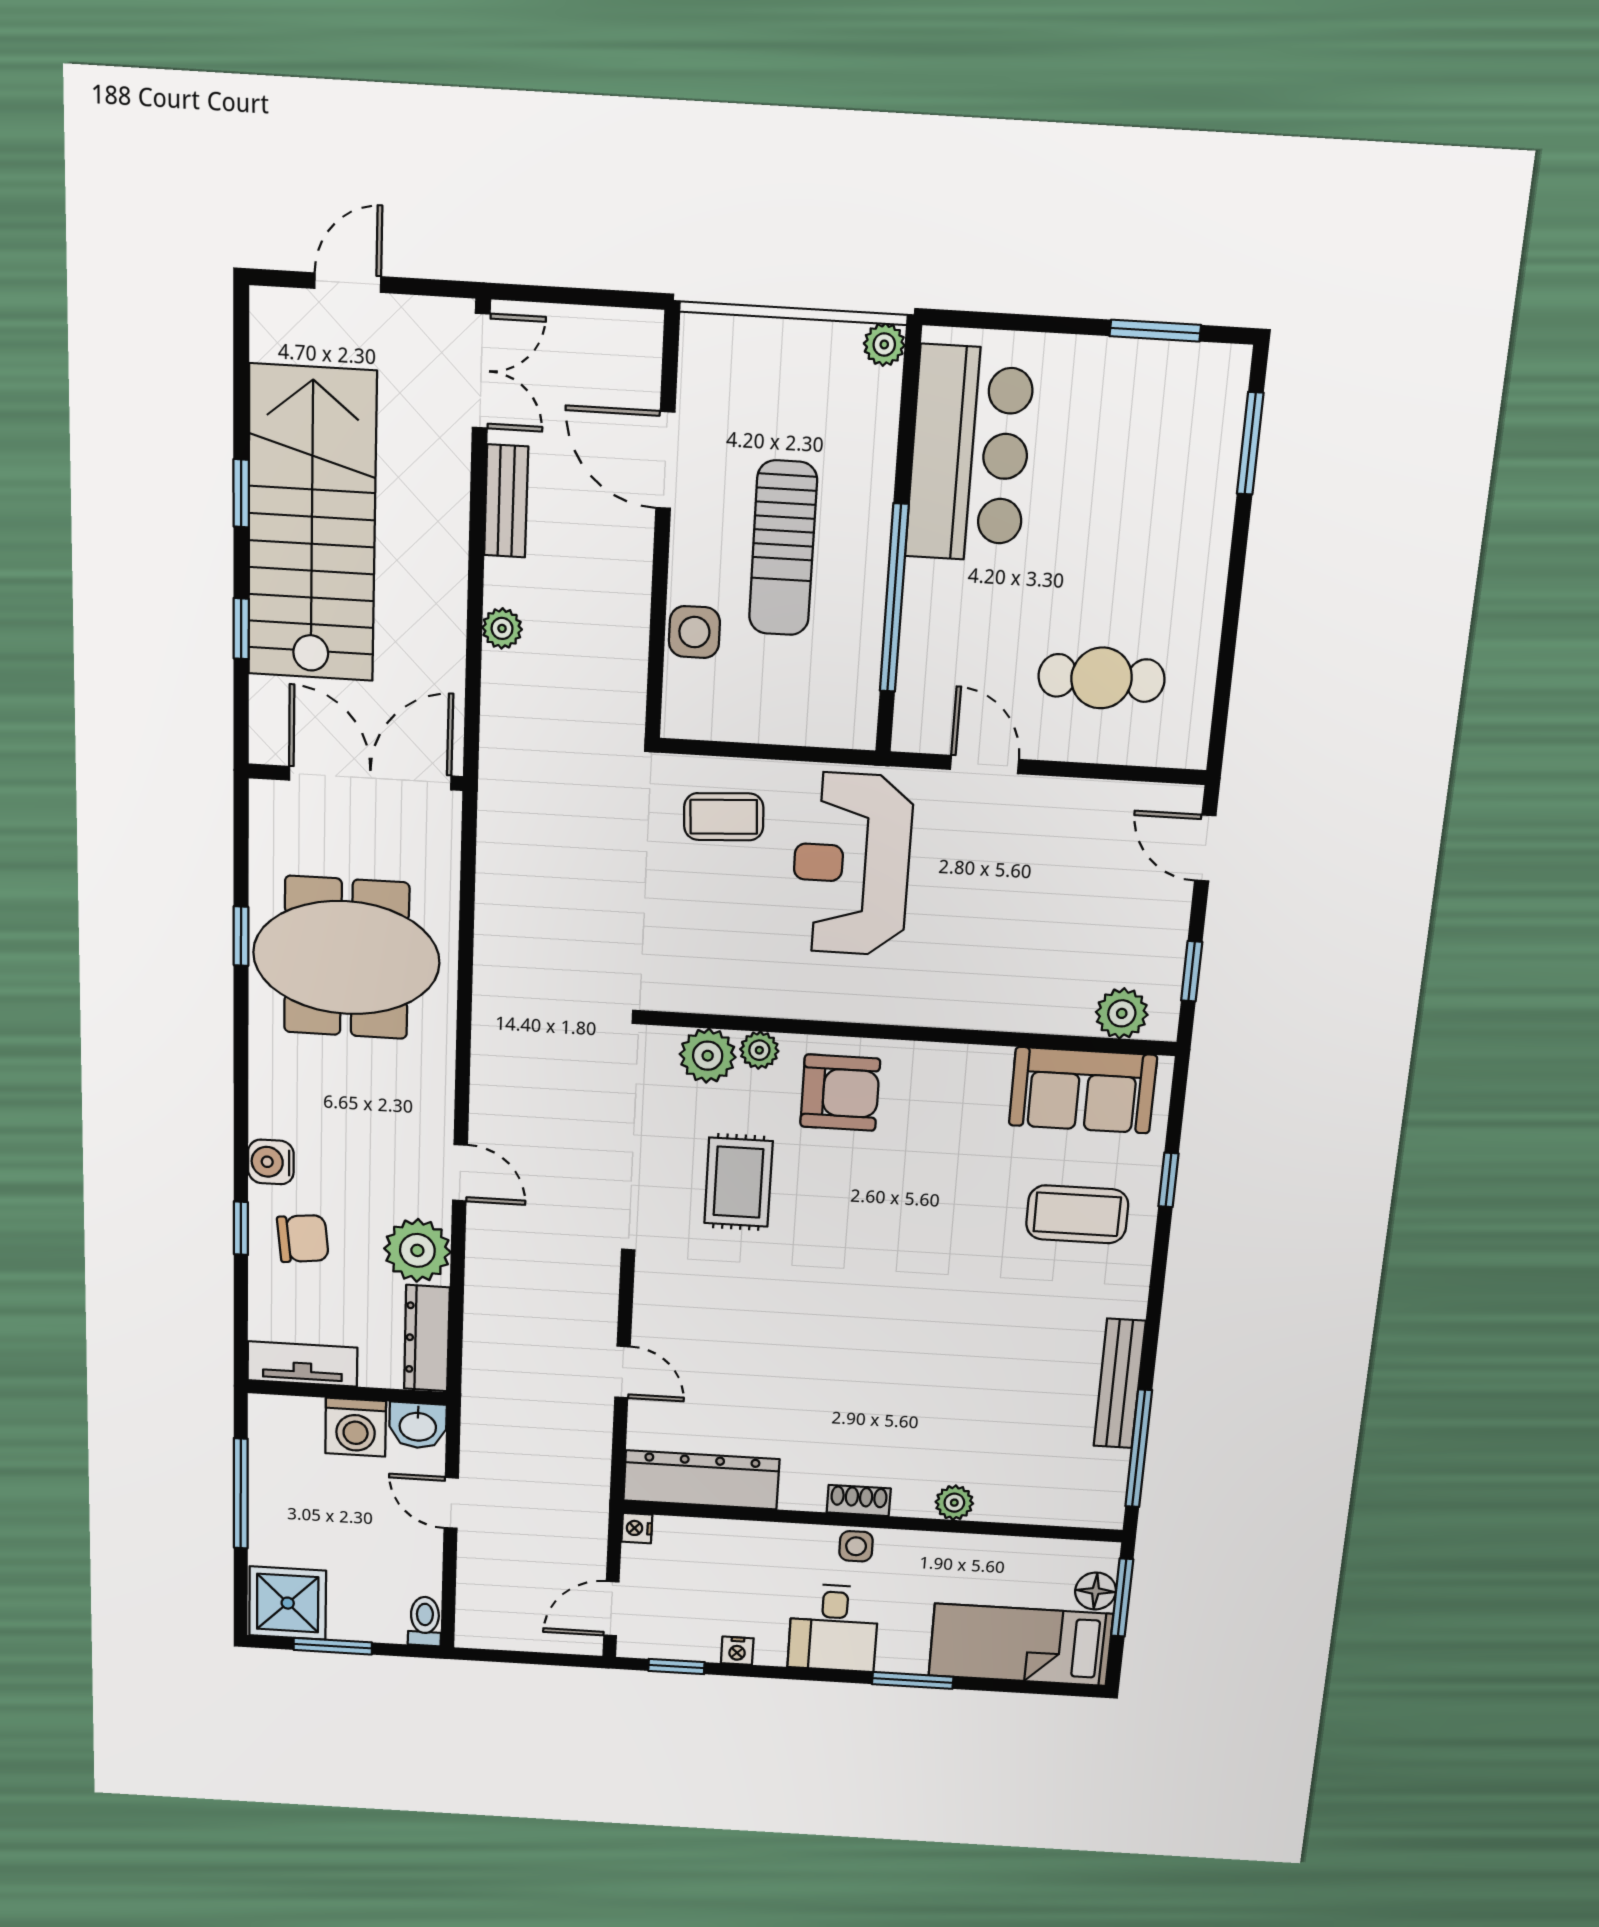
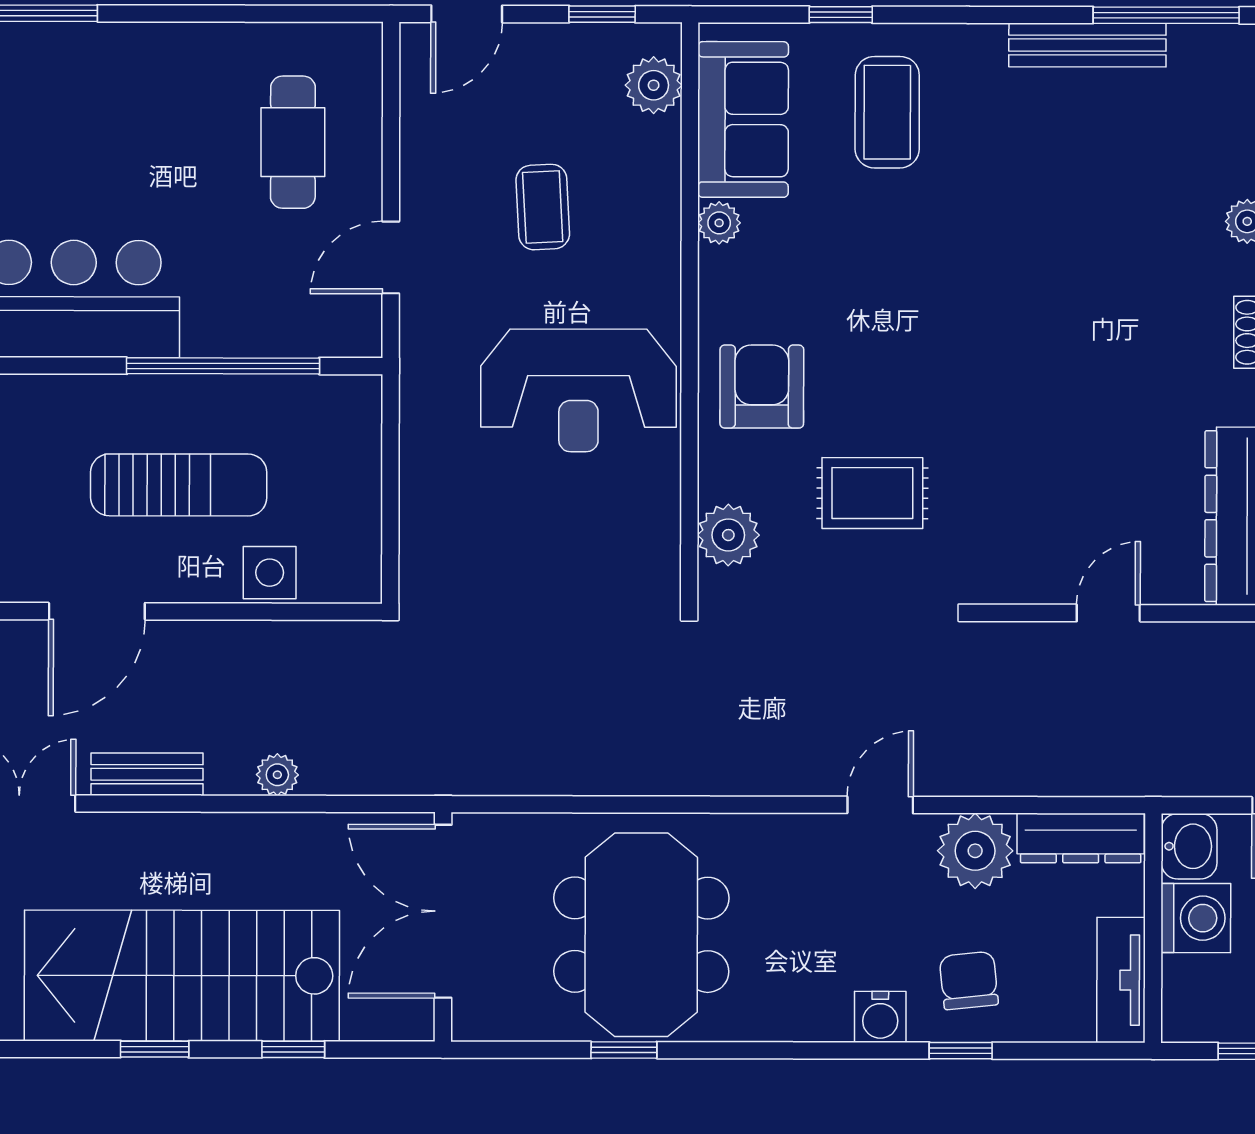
coffee table: (724, 817) -> (543, 207), moved
reception desk: (851, 864) -> (578, 390), moved
plant: (759, 1050) -> (719, 223), moved

